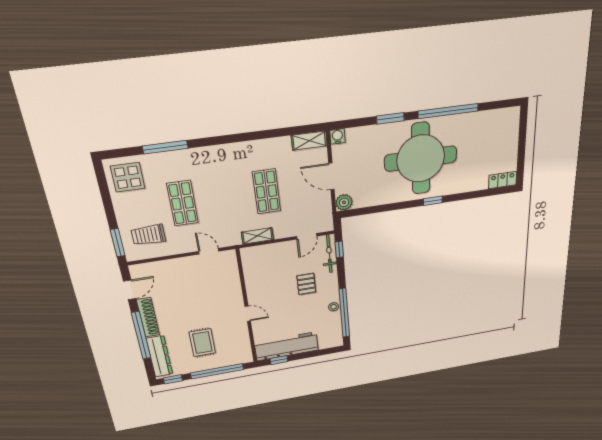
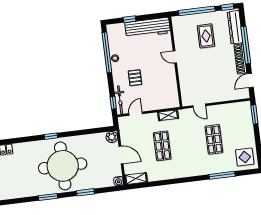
window: (448, 111) -> (48, 197), width x0.47
trolley: (148, 235) -> (236, 119), removed
window: (279, 360) -> (129, 19), moved

